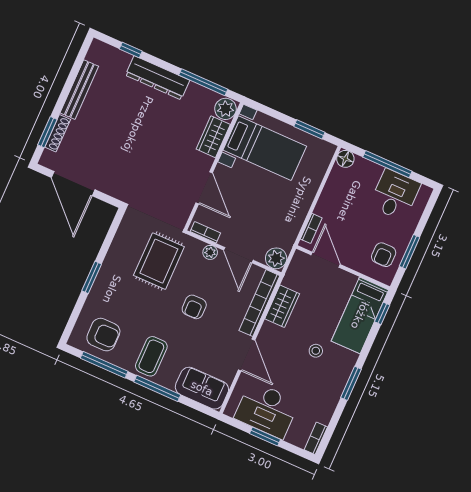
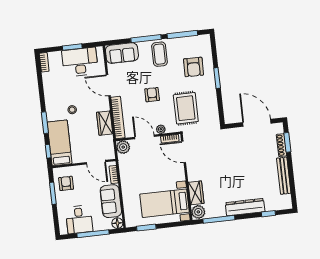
door: (204, 188) -> (184, 152), moved
sofa: (337, 194) -> (111, 201), added
armchair: (103, 335) -> (193, 67), moved, turned -89
window: (351, 383) -> (45, 123), moved

